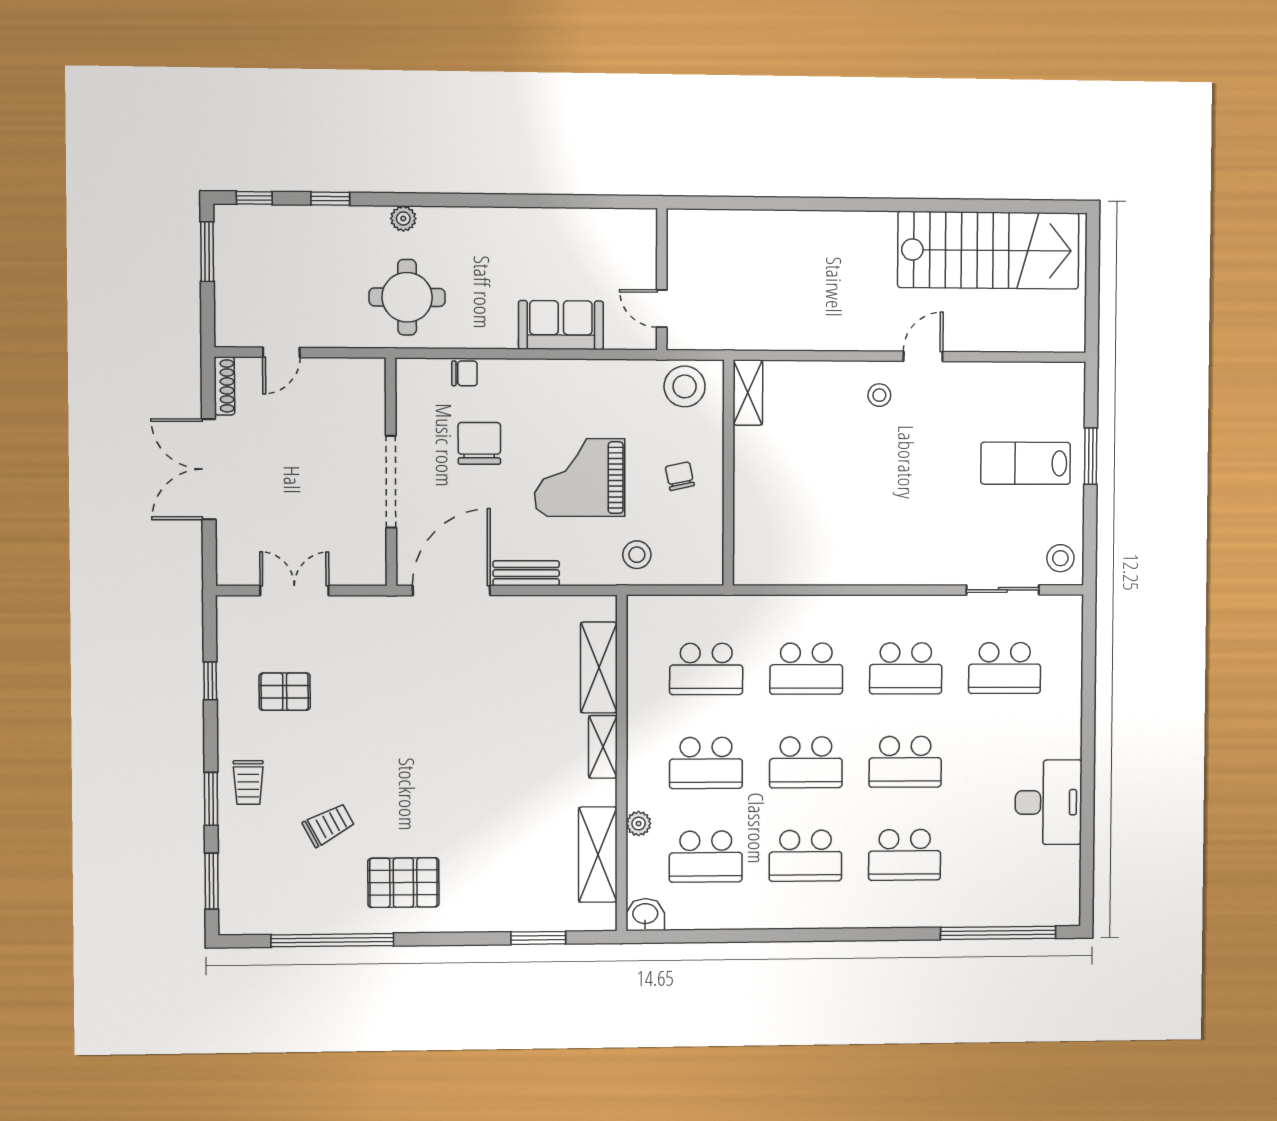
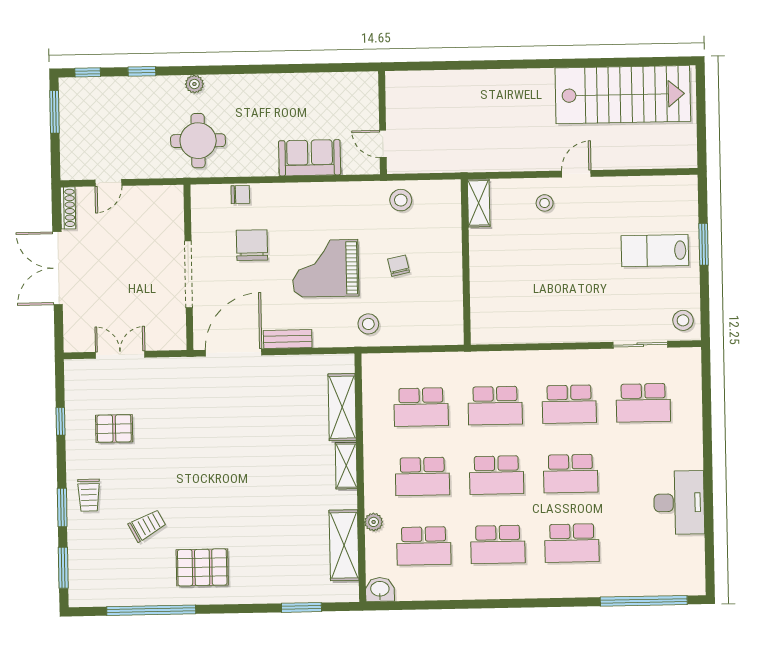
stool: (685, 386) -> (401, 200), width x0.73, depth x0.73
shelving: (748, 393) -> (479, 203), moved
wall: (728, 473) -> (466, 262), moved

